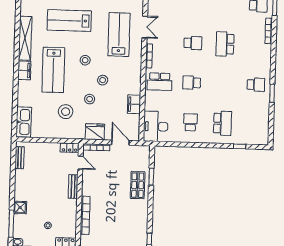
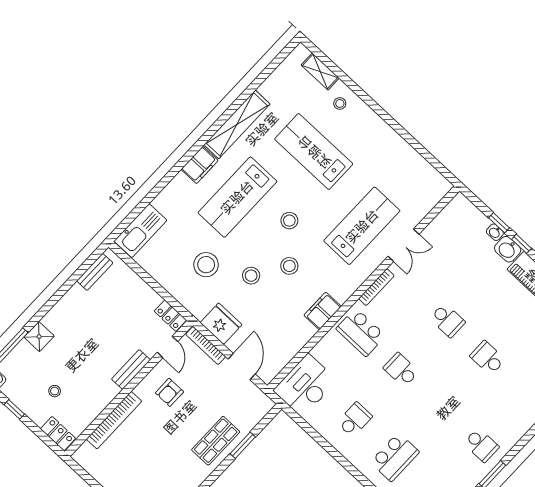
school desk: (225, 44) -> (488, 358), width x0.54
filing cabinet: (134, 104) -> (323, 311), moved
armchair: (99, 182) -> (169, 392), added

